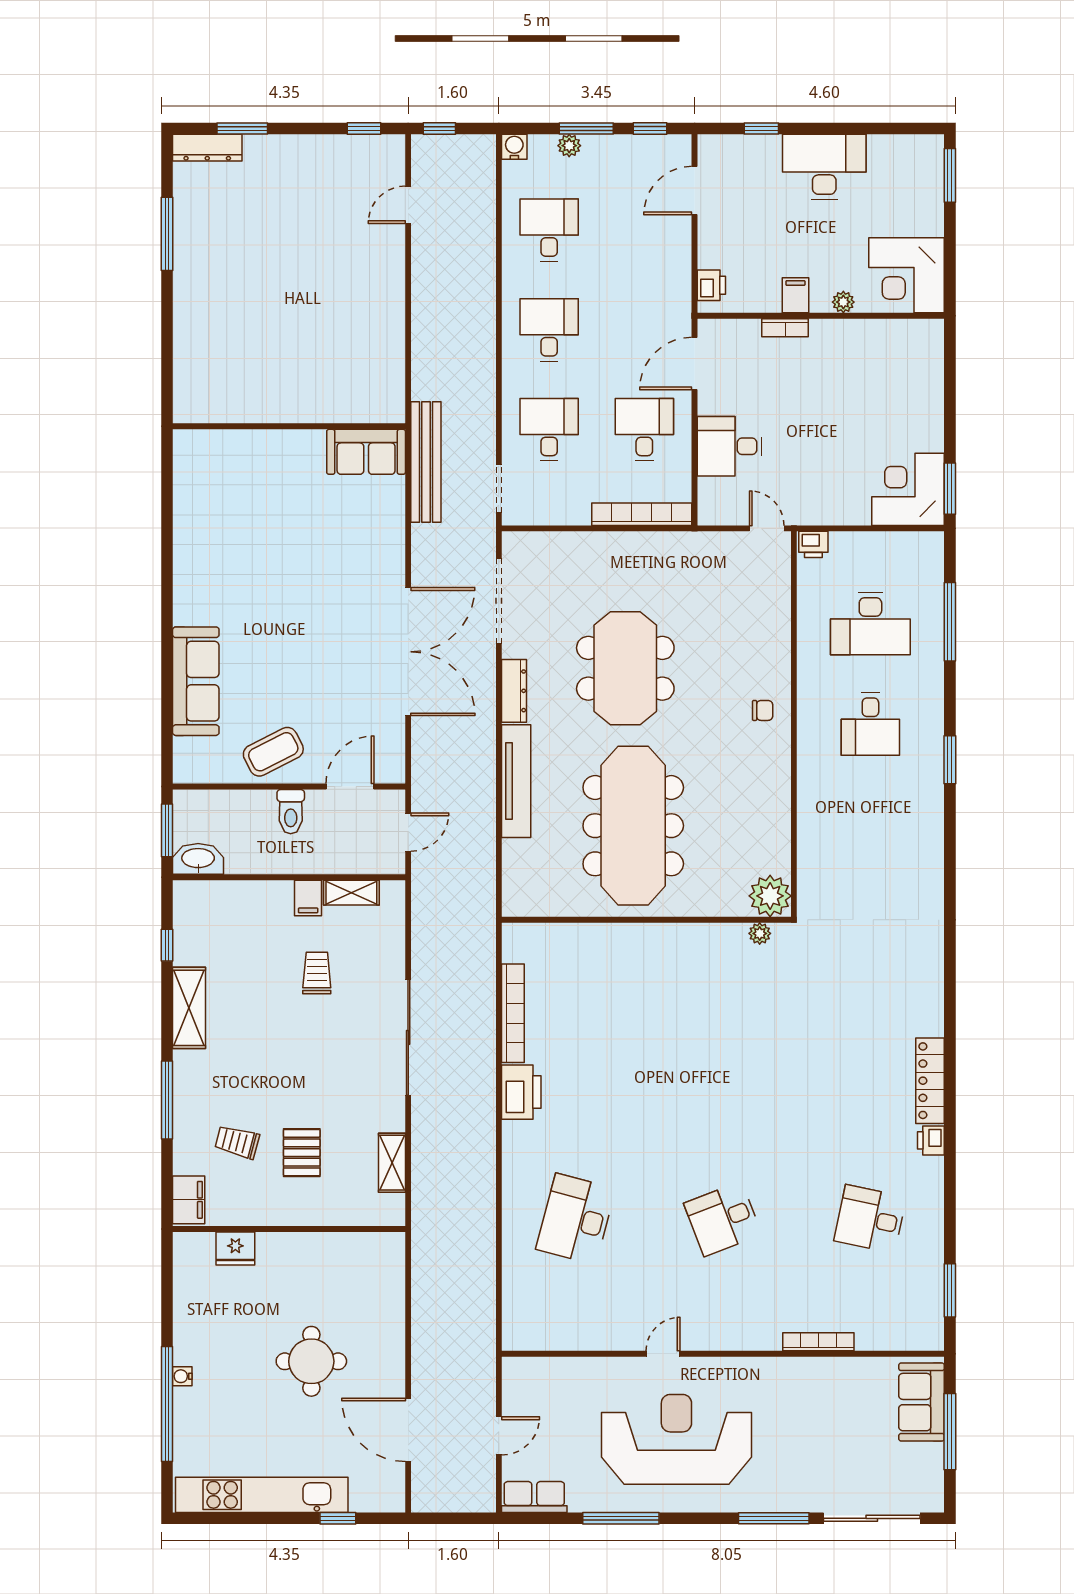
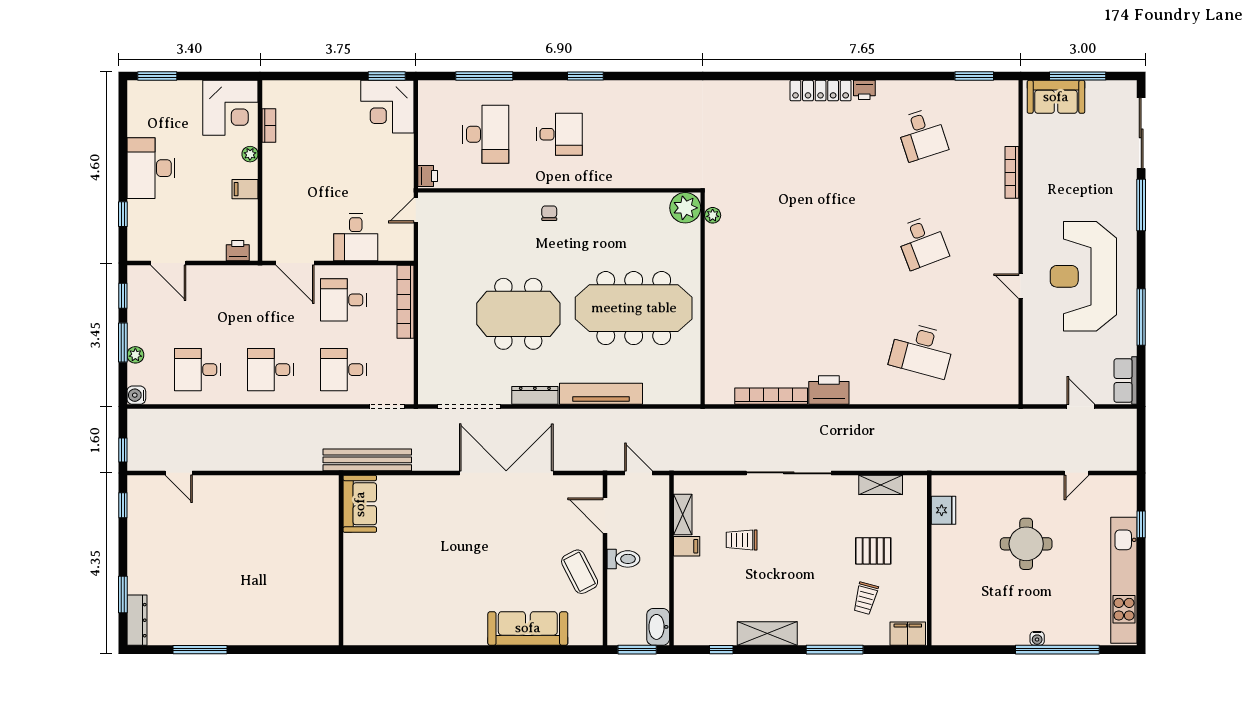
bookcase: (785, 328) -> (269, 125), moved
desk: (870, 1219) -> (922, 134), turned -30
fridge: (235, 1248) -> (943, 510), moved
door: (408, 1430) -> (1076, 473), width x0.53

